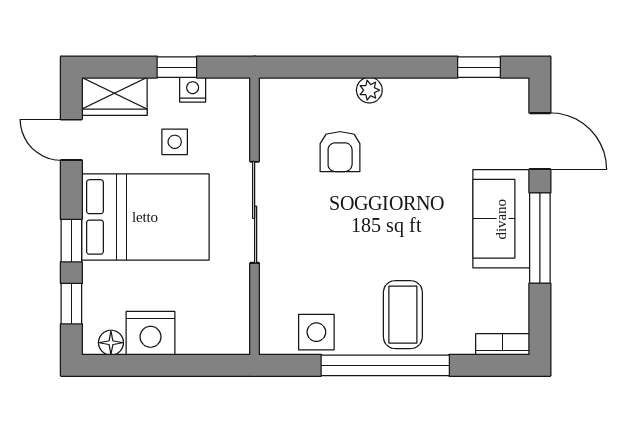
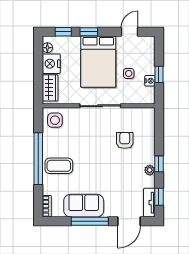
window: (398, 67) -> (159, 164), added
plant: (369, 90) -> (150, 170), moved
tv unit: (494, 91) -> (149, 203), added
wardrobe: (114, 96) -> (50, 88), moved, turned 180
armchair: (340, 152) -> (125, 140), turned 90
sofa: (501, 219) -> (84, 206), moved
side table: (316, 332) -> (55, 120), moved

